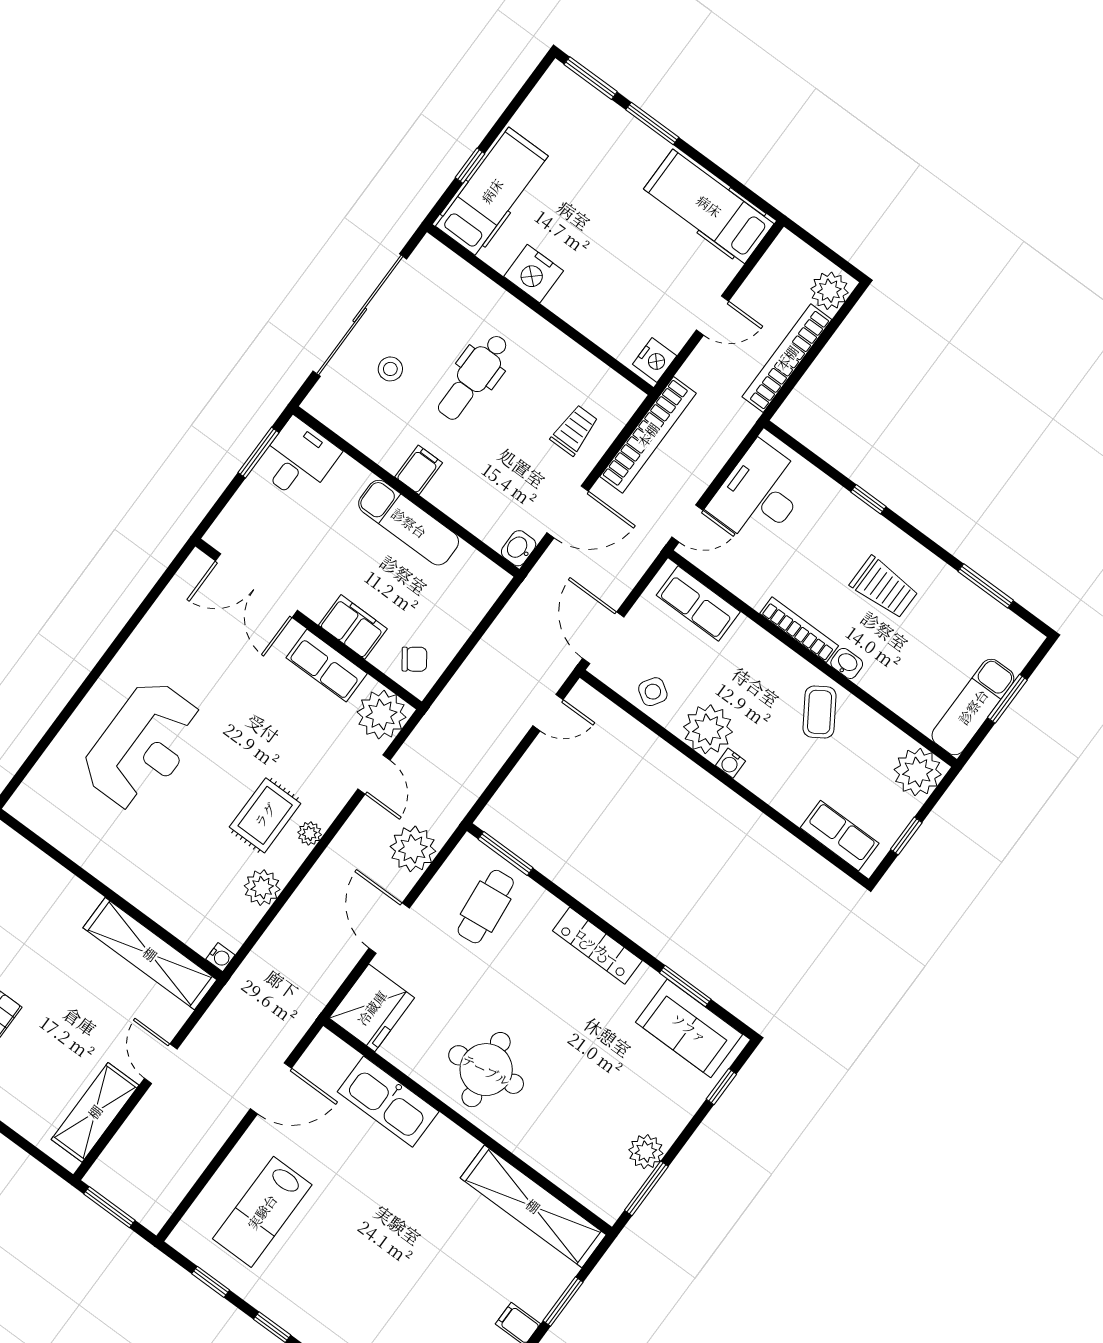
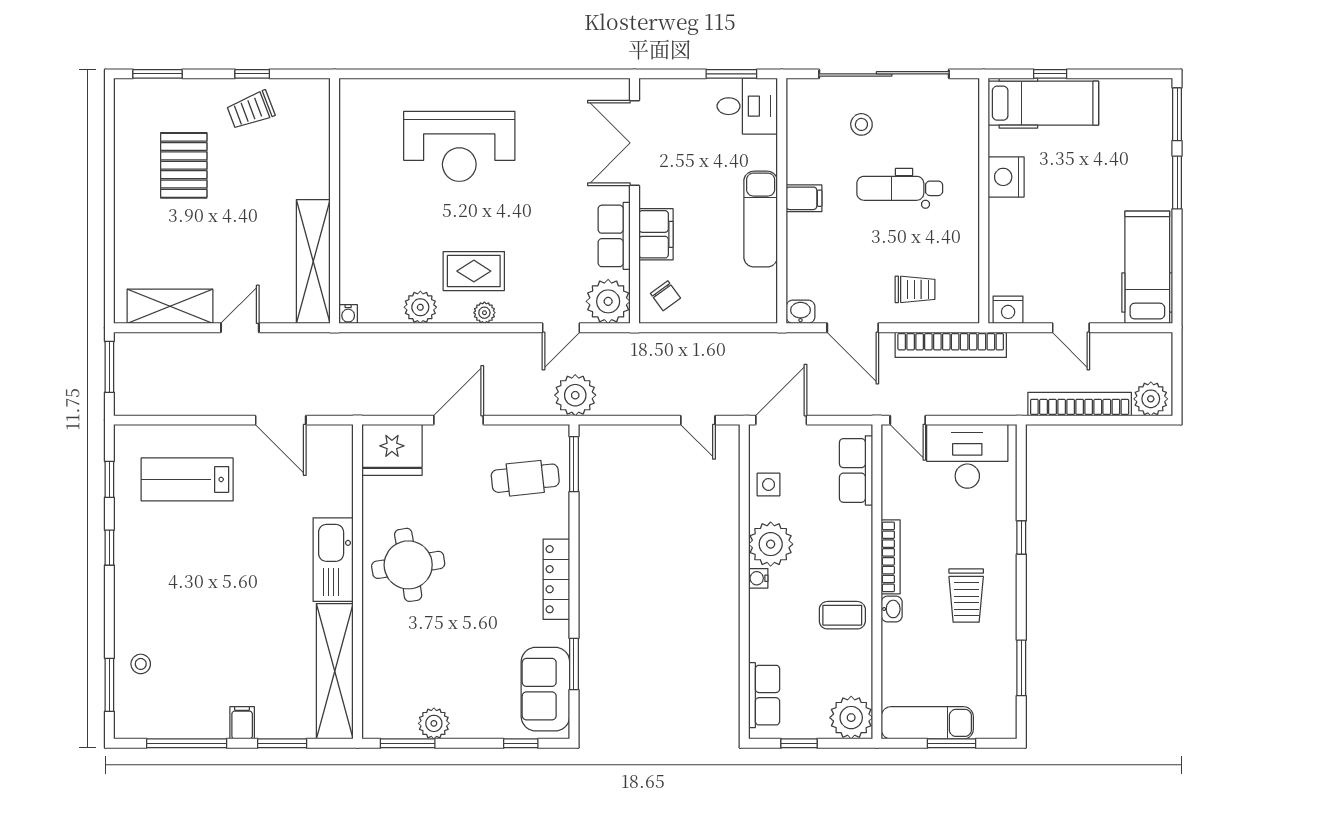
side table: (653, 692) -> (769, 484), turned -33
coffee table: (820, 712) -> (842, 615), turned 33
plant: (413, 849) -> (575, 395), moved
kitchen sink: (388, 1102) -> (333, 560), moved

